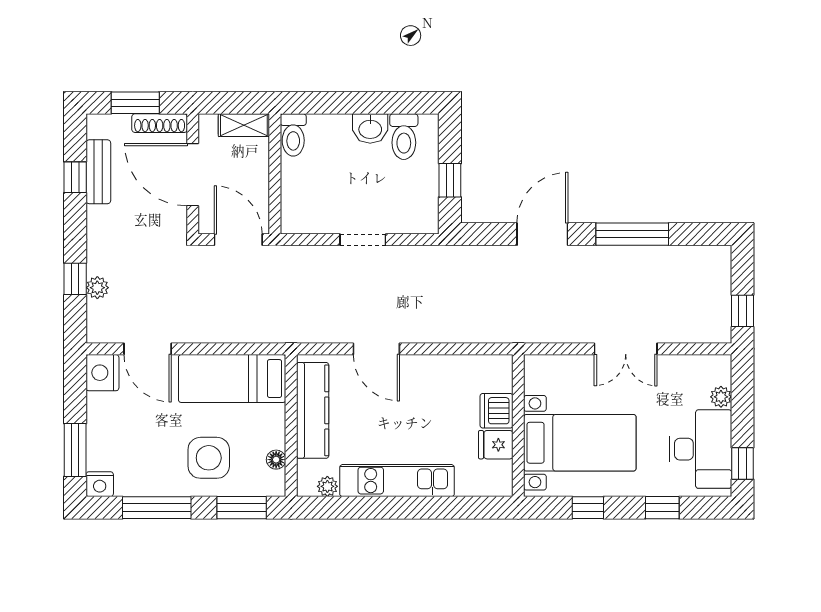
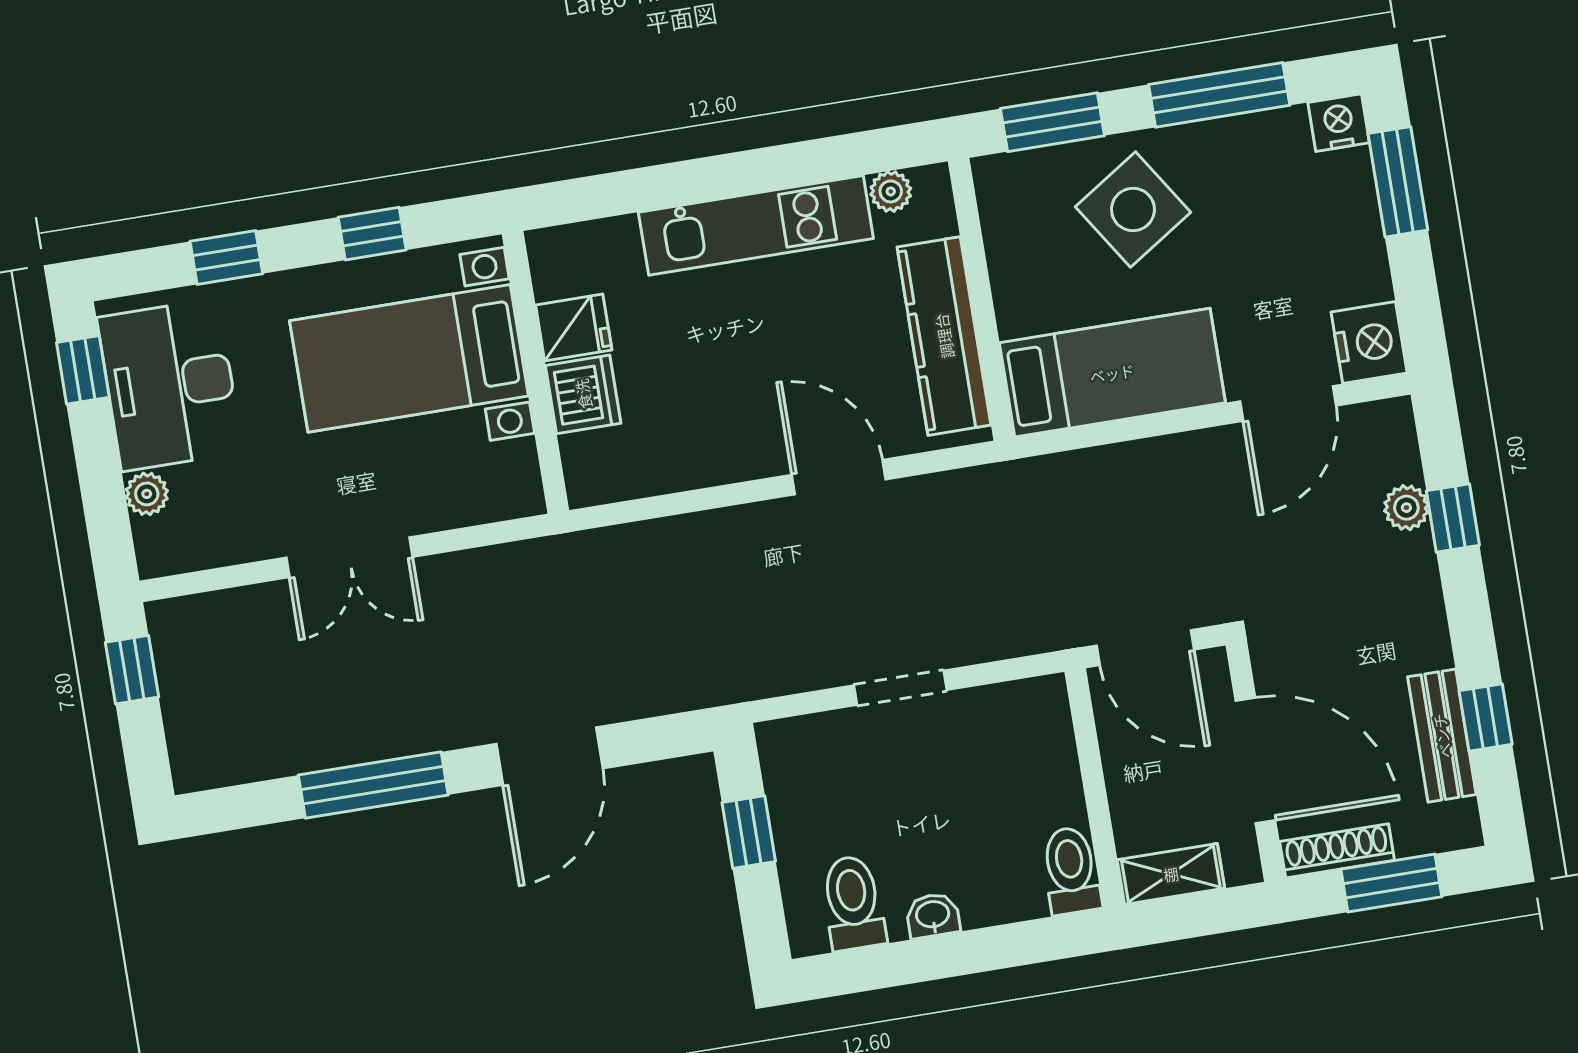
washbasin: (370, 129) -> (933, 915), width x0.72, depth x0.69
door: (148, 349) -> (1288, 404), swing flipped
double door: (626, 349) -> (349, 557), swing flipped
side table: (209, 458) -> (1133, 209), turned -33
floor lamp: (276, 460) -> (1000, 228), removed

